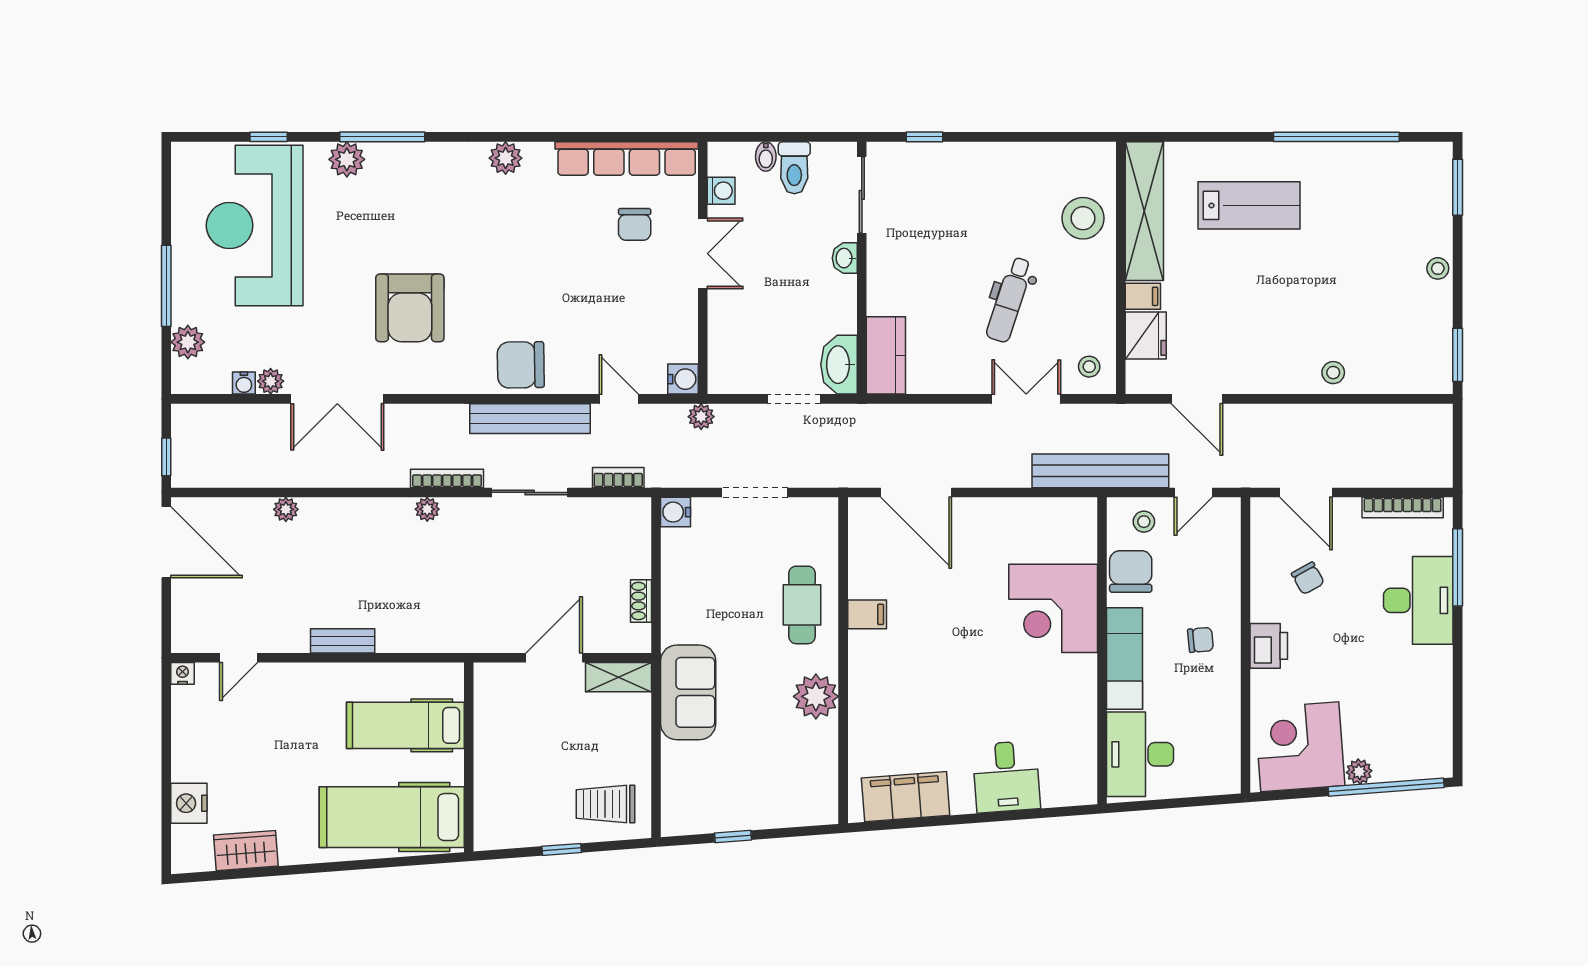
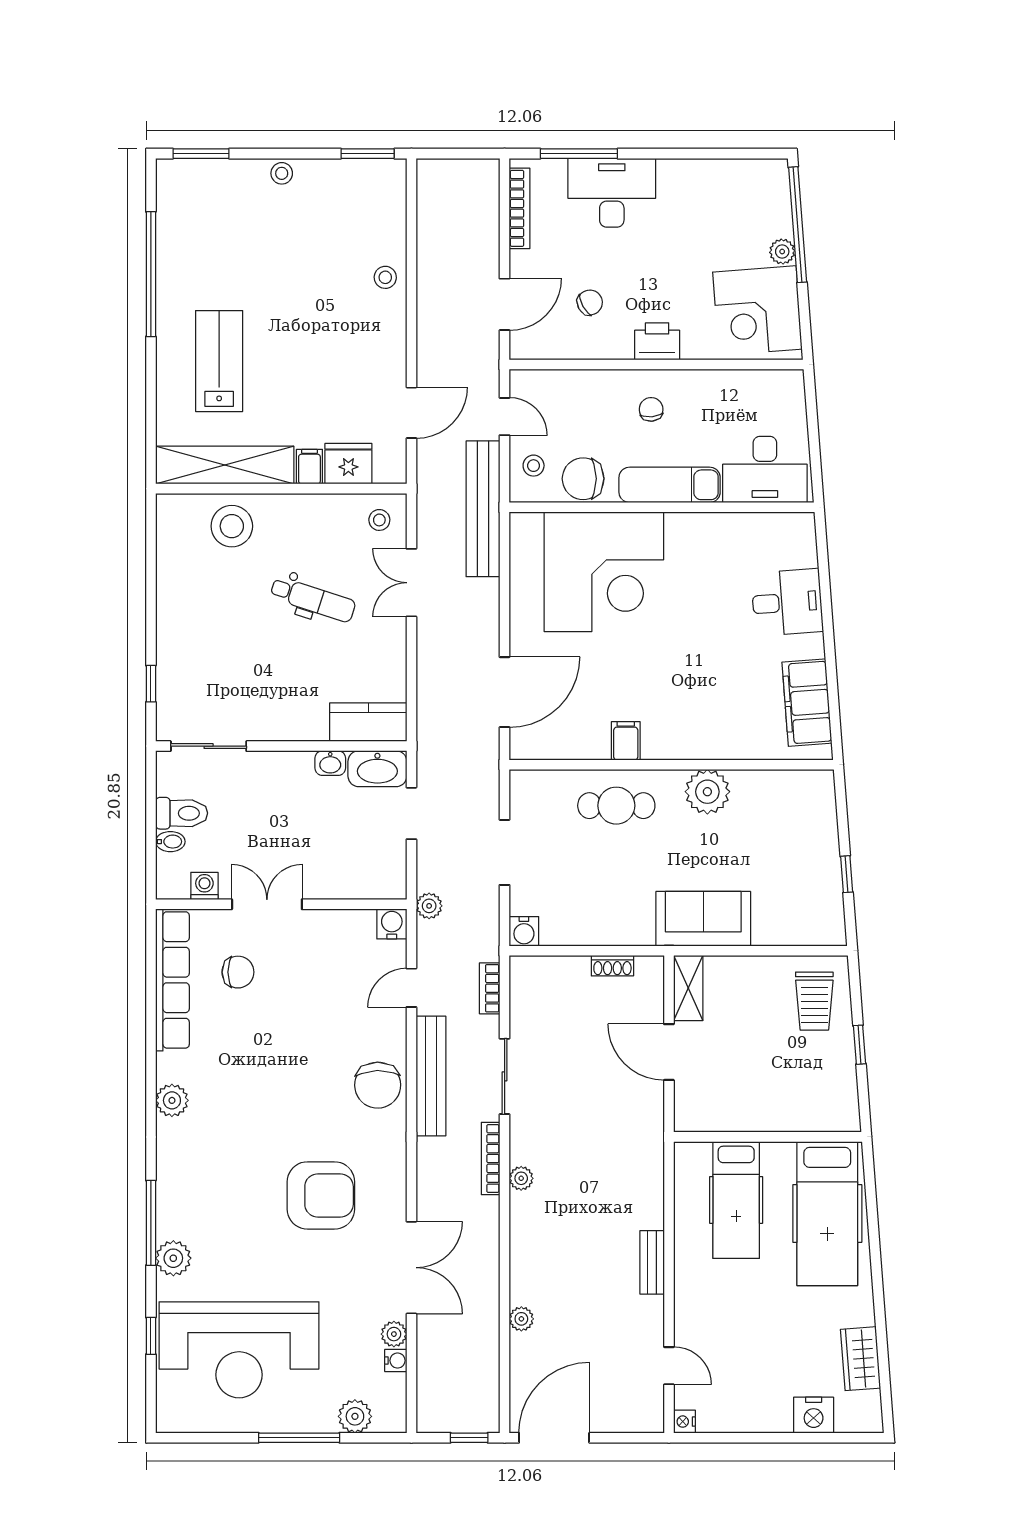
washbasin: (845, 258) -> (330, 763), moved
corner desk: (1053, 608) -> (604, 572), width x1.36, depth x1.36

